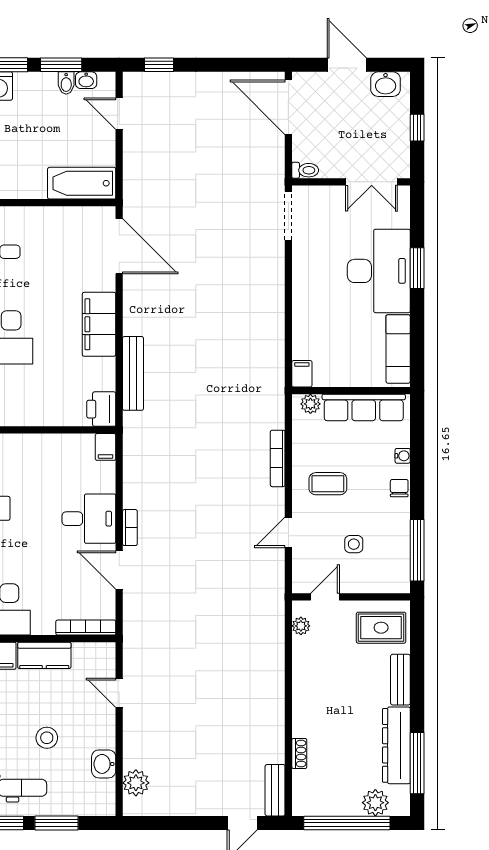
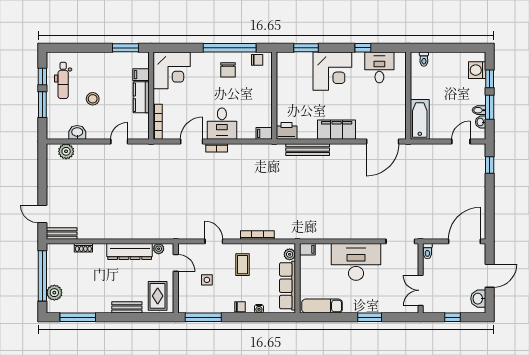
desk: (379, 271) -> (356, 262), moved, turned 180
dresser: (396, 745) -> (130, 251), moved, turned 180

